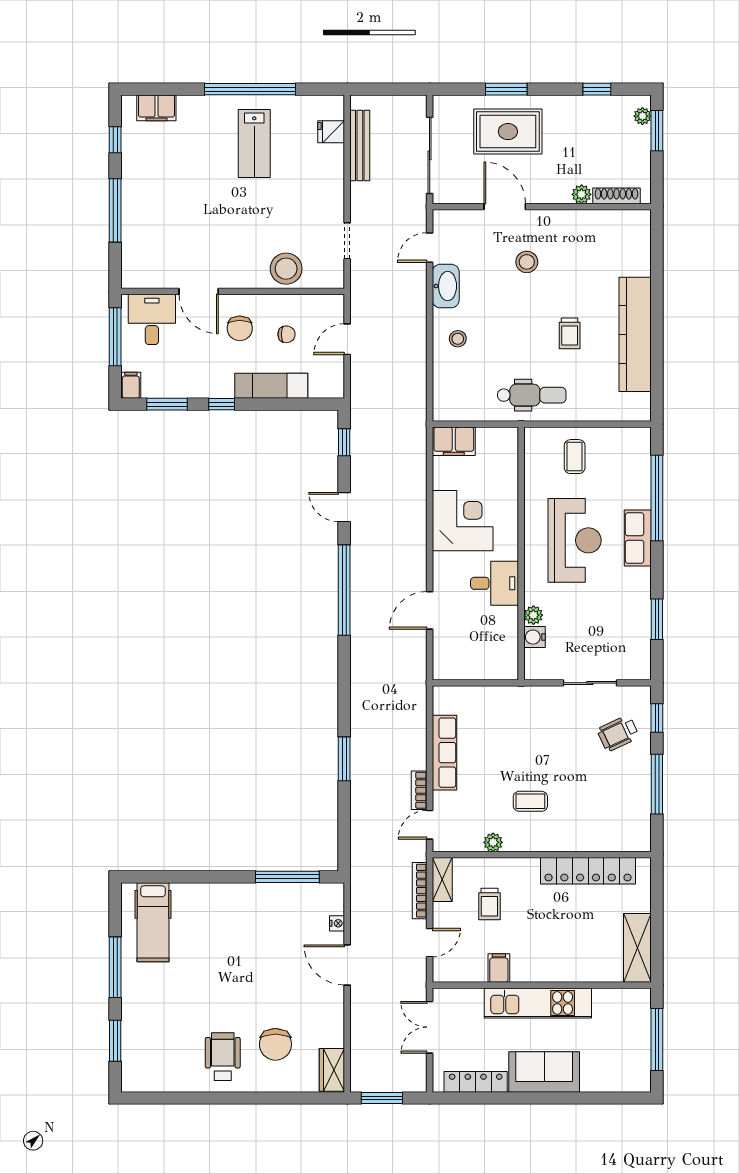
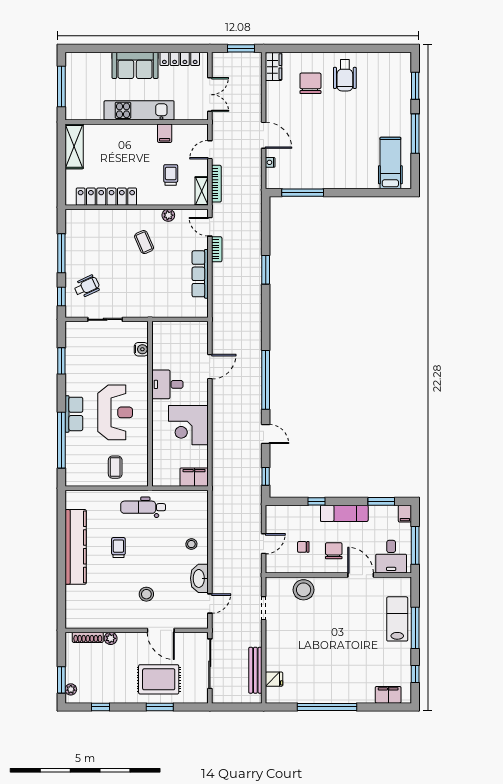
lab bench: (254, 144) -> (397, 619), moved
exam couch: (271, 386) -> (344, 513), moved
window: (222, 404) -> (316, 501), moved
reception desk: (575, 540) -> (115, 412), turned 180
plant: (533, 615) -> (142, 364), removed
coffee table: (530, 801) -> (144, 242), turned 66
door: (430, 825) -> (210, 227), swing flipped

